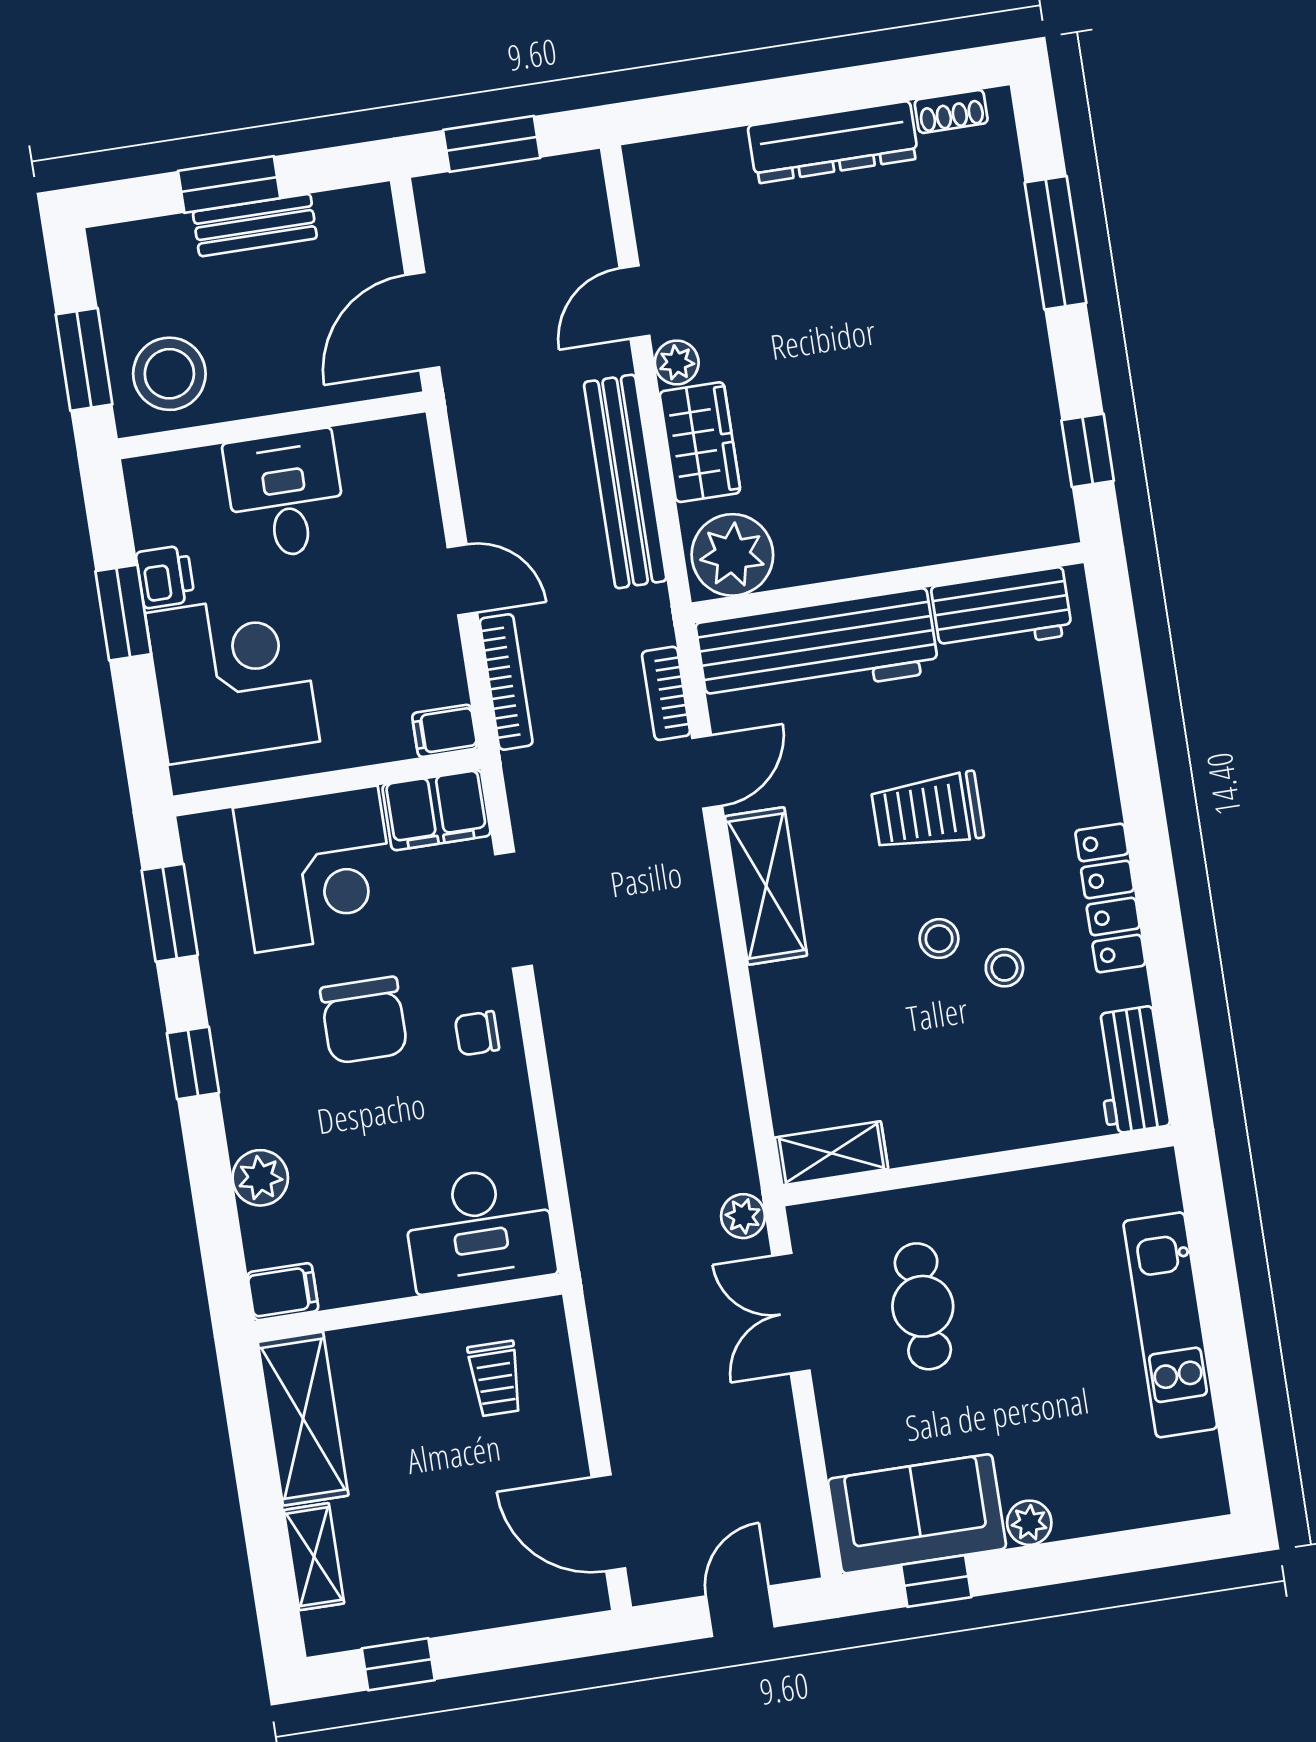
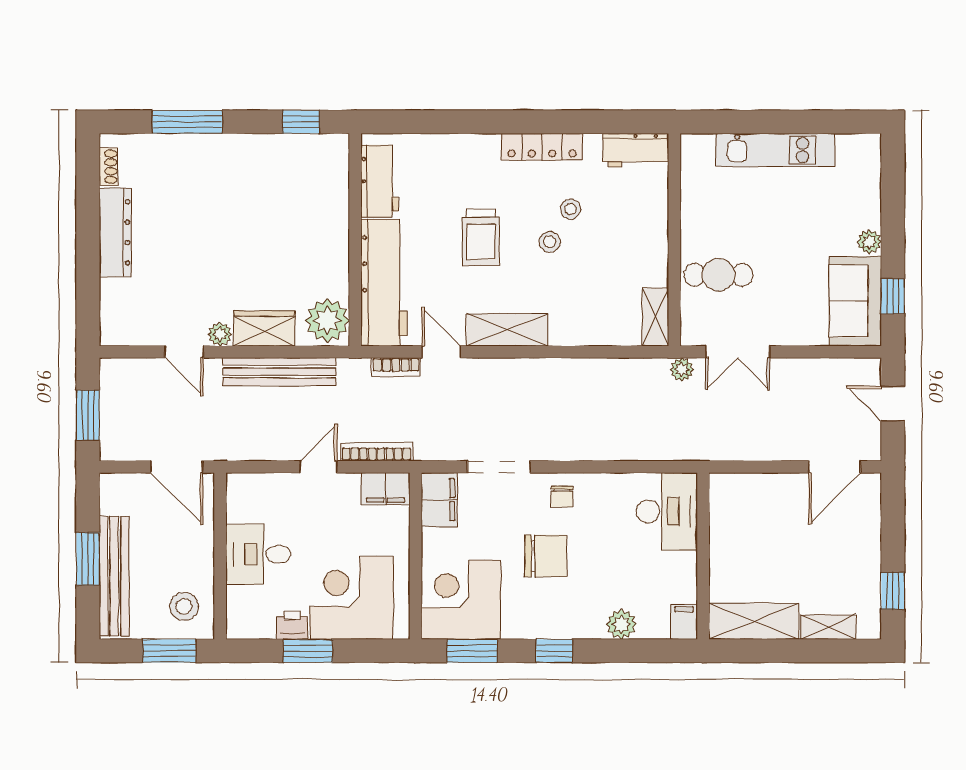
bench: (255, 225) -> (114, 576), width x1.86, depth x1.21
stool: (169, 374) -> (184, 606), width x0.73, depth x0.73
filing cabinet: (445, 731) -> (385, 489), width x2.00
corner desk: (316, 869) -> (461, 600), moved, turned -90
cafe table: (923, 1306) -> (718, 275), moved
trolley: (495, 1379) -> (748, 515), removed

